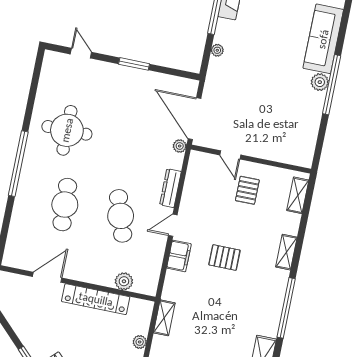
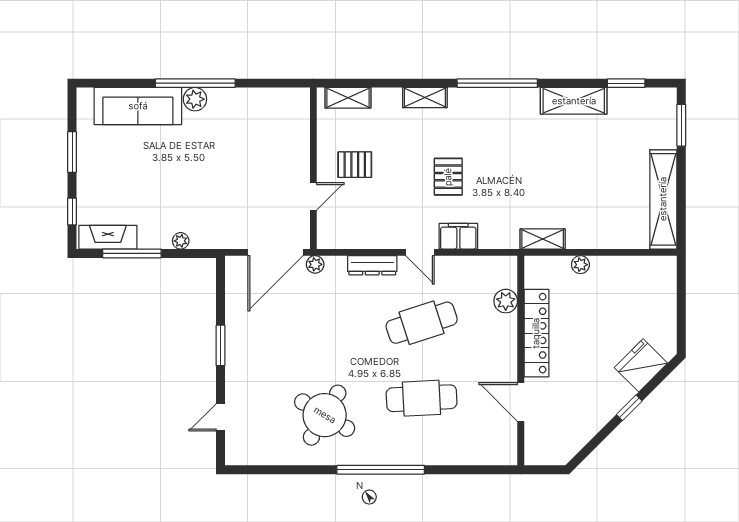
round table: (67, 130) -> (325, 415), turned 31

